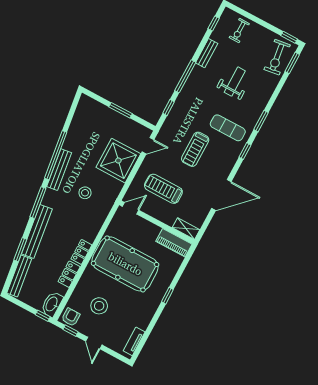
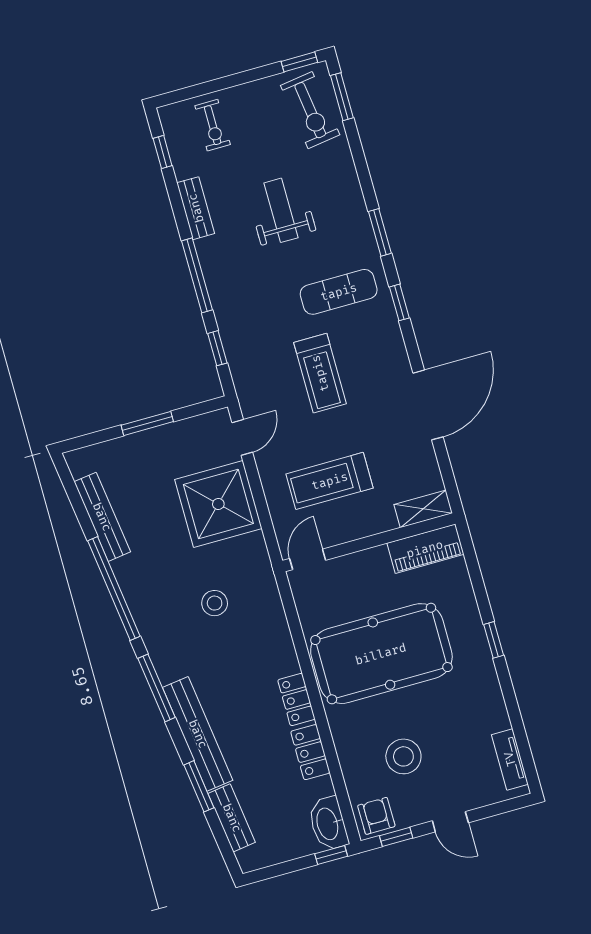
bench: (59, 170) -> (102, 517), moved
bench: (19, 276) -> (232, 818), width x0.73

